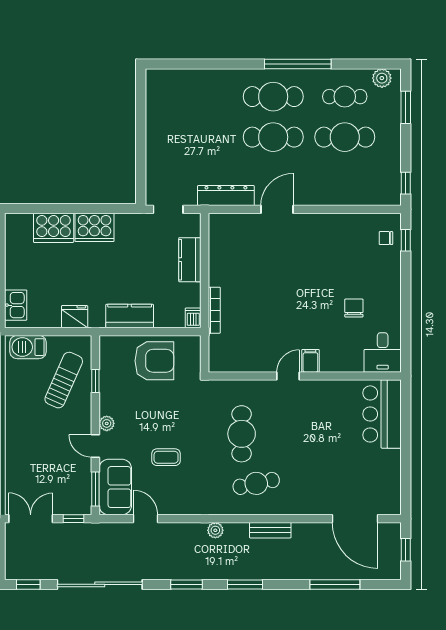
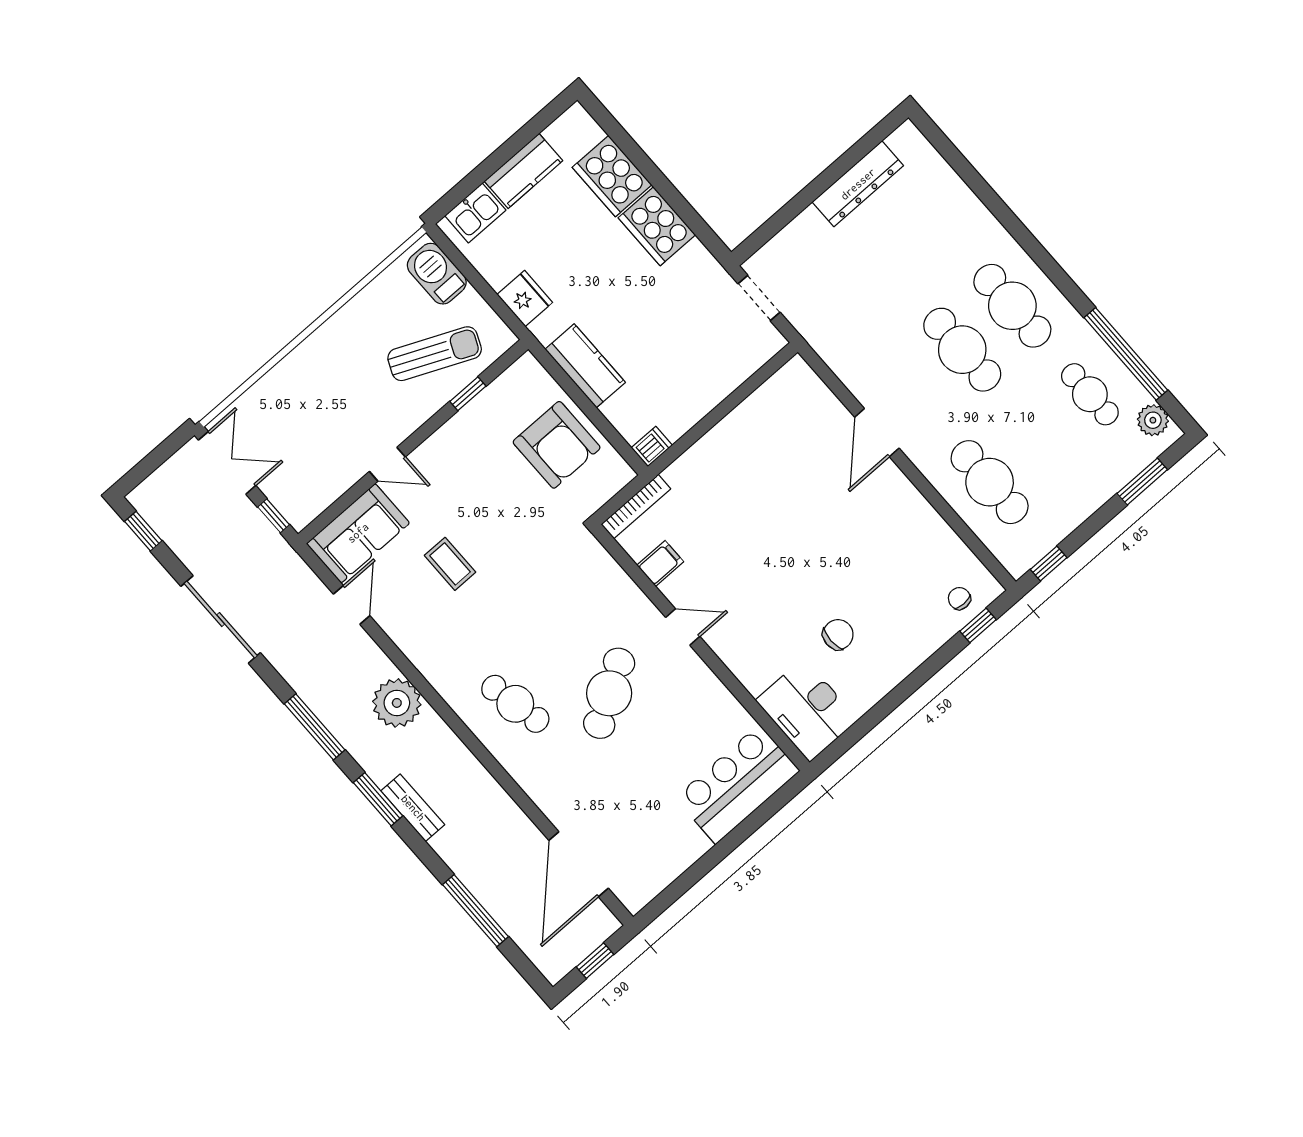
window: (298, 64) -> (1126, 354), moved
cafe table: (345, 137) -> (990, 482), moved
dresser: (226, 196) -> (858, 184), moved, turned 90
door: (277, 209) -> (877, 433), swing flipped
kitchen counter: (190, 260) -> (523, 171), moved, turned 180
bookcase: (214, 310) -> (636, 507), moved
desk: (383, 352) -> (807, 710), width x1.37
filing cabinet: (310, 361) -> (660, 563), moved
plant: (107, 423) -> (427, 454), removed
cafe table: (242, 434) -> (609, 693), moved, turned -31
door: (95, 446) -> (387, 464), swing flipped
window: (95, 489) -> (334, 511), removed
plant: (215, 530) -> (397, 703), width x1.87, depth x1.87
bench: (270, 530) -> (413, 808), moved
sliding door: (100, 584) -> (221, 620), width x0.73
window: (186, 584) -> (315, 727), width x1.44

